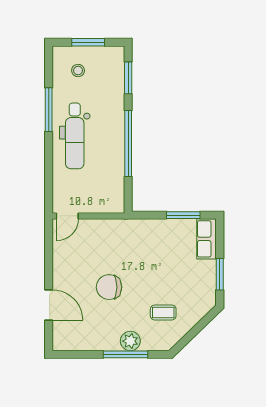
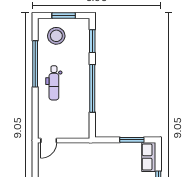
stool: (78, 70) -> (56, 36), width x1.89, depth x1.89
window: (49, 110) -> (35, 64), width x1.46
dental chair: (75, 136) -> (54, 83), width x0.73, depth x0.72

